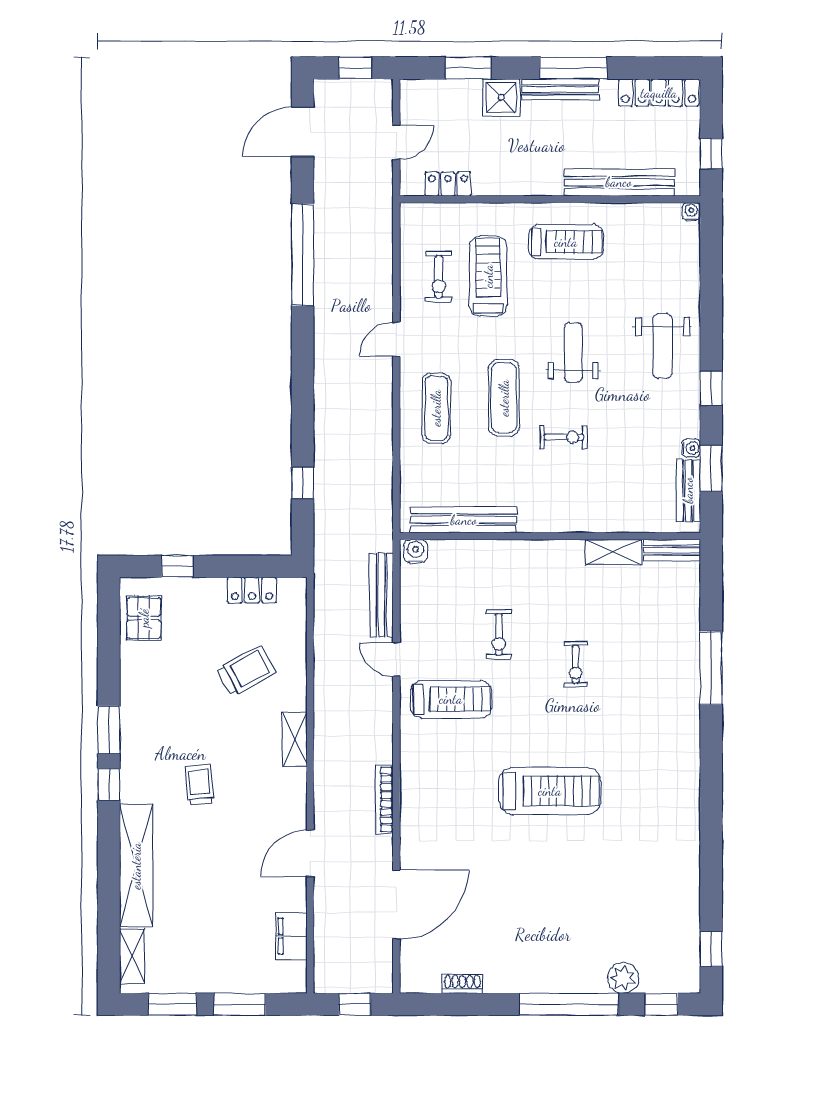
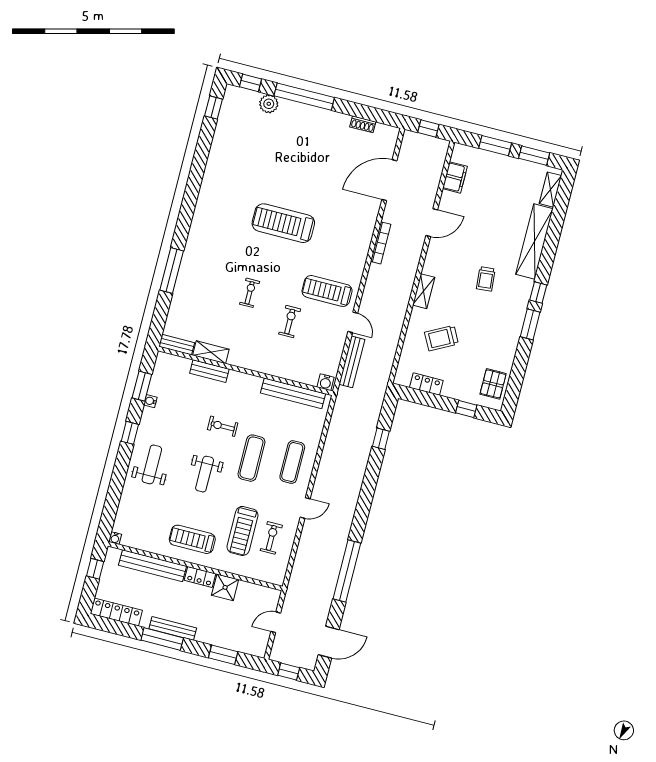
shower: (501, 97) -> (225, 587), moved
locker: (448, 184) -> (200, 577), moved
bench: (688, 490) -> (209, 371), moved, turned 90

